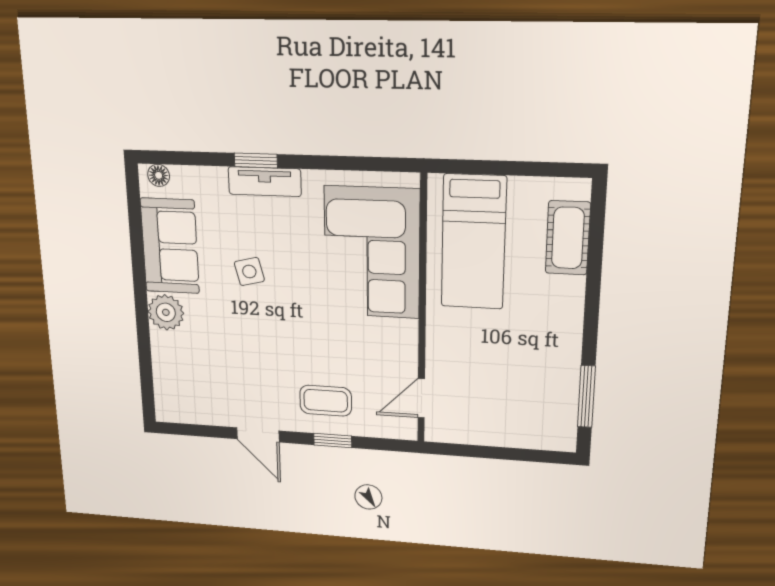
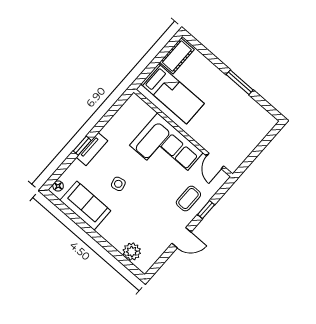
cot: (568, 238) -> (177, 56), moved, turned 90
corner sofa: (372, 253) -> (166, 149), moved
plant: (166, 312) -> (132, 252), moved
window: (586, 397) -> (240, 82), moved

